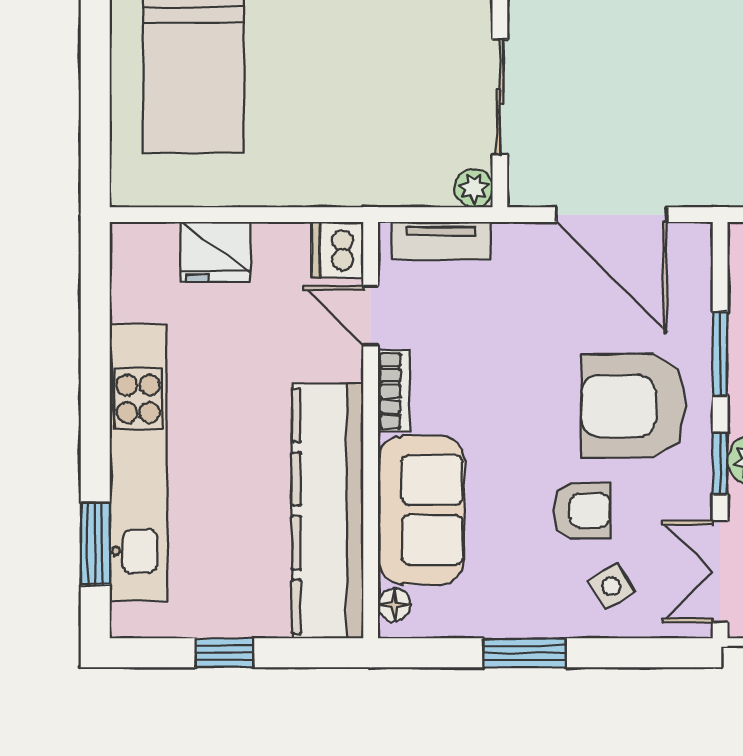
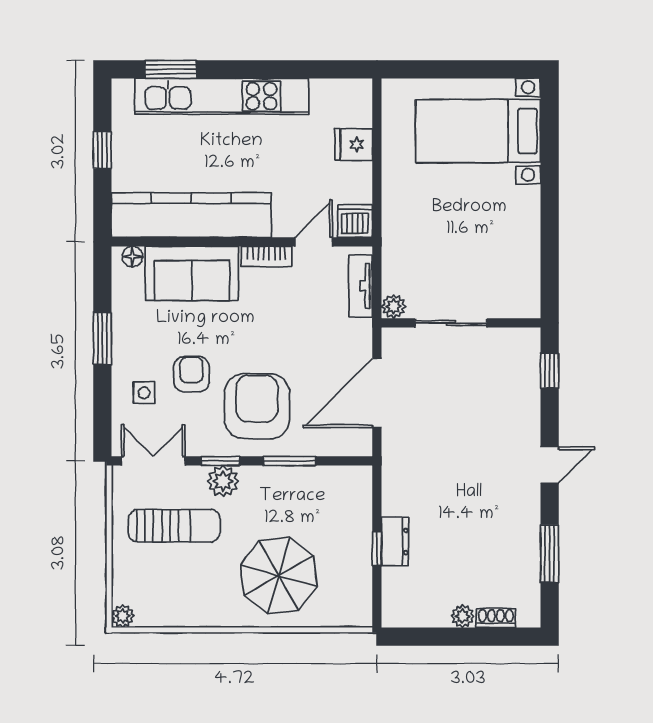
fridge: (215, 252) -> (354, 145), width x0.72
armchair: (582, 510) -> (192, 374), turned 180
side table: (611, 586) -> (144, 393), turned 31

